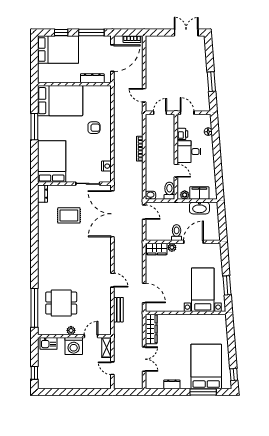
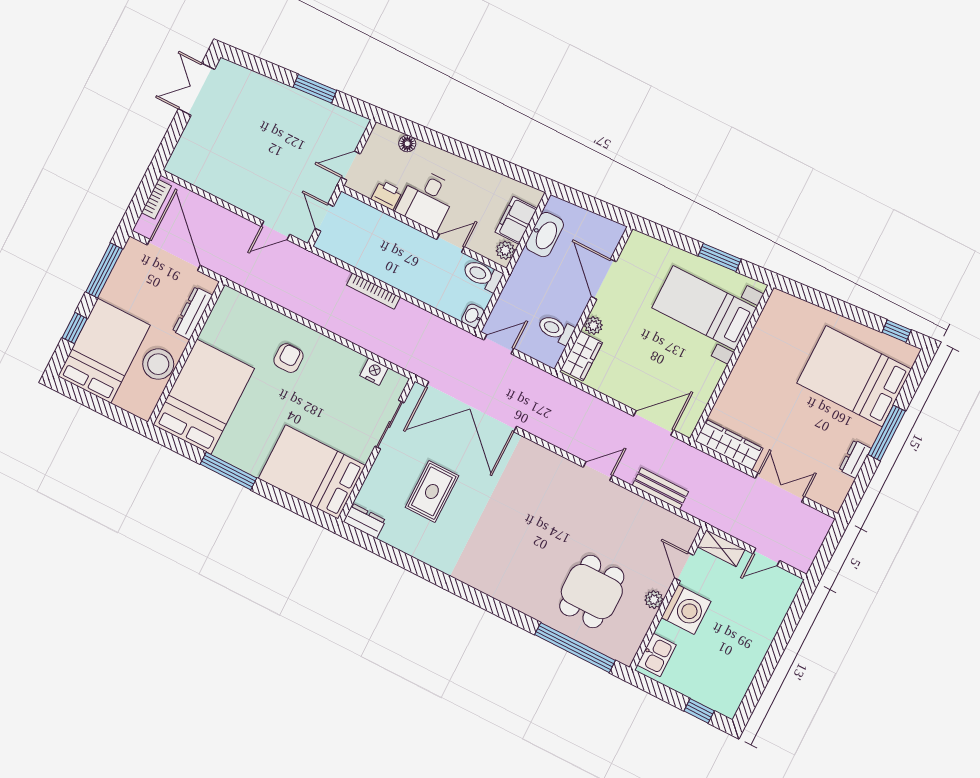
stool: (64, 75) -> (158, 364), added
toilet: (177, 233) -> (556, 329), moved
window: (203, 392) -> (887, 433), moved

